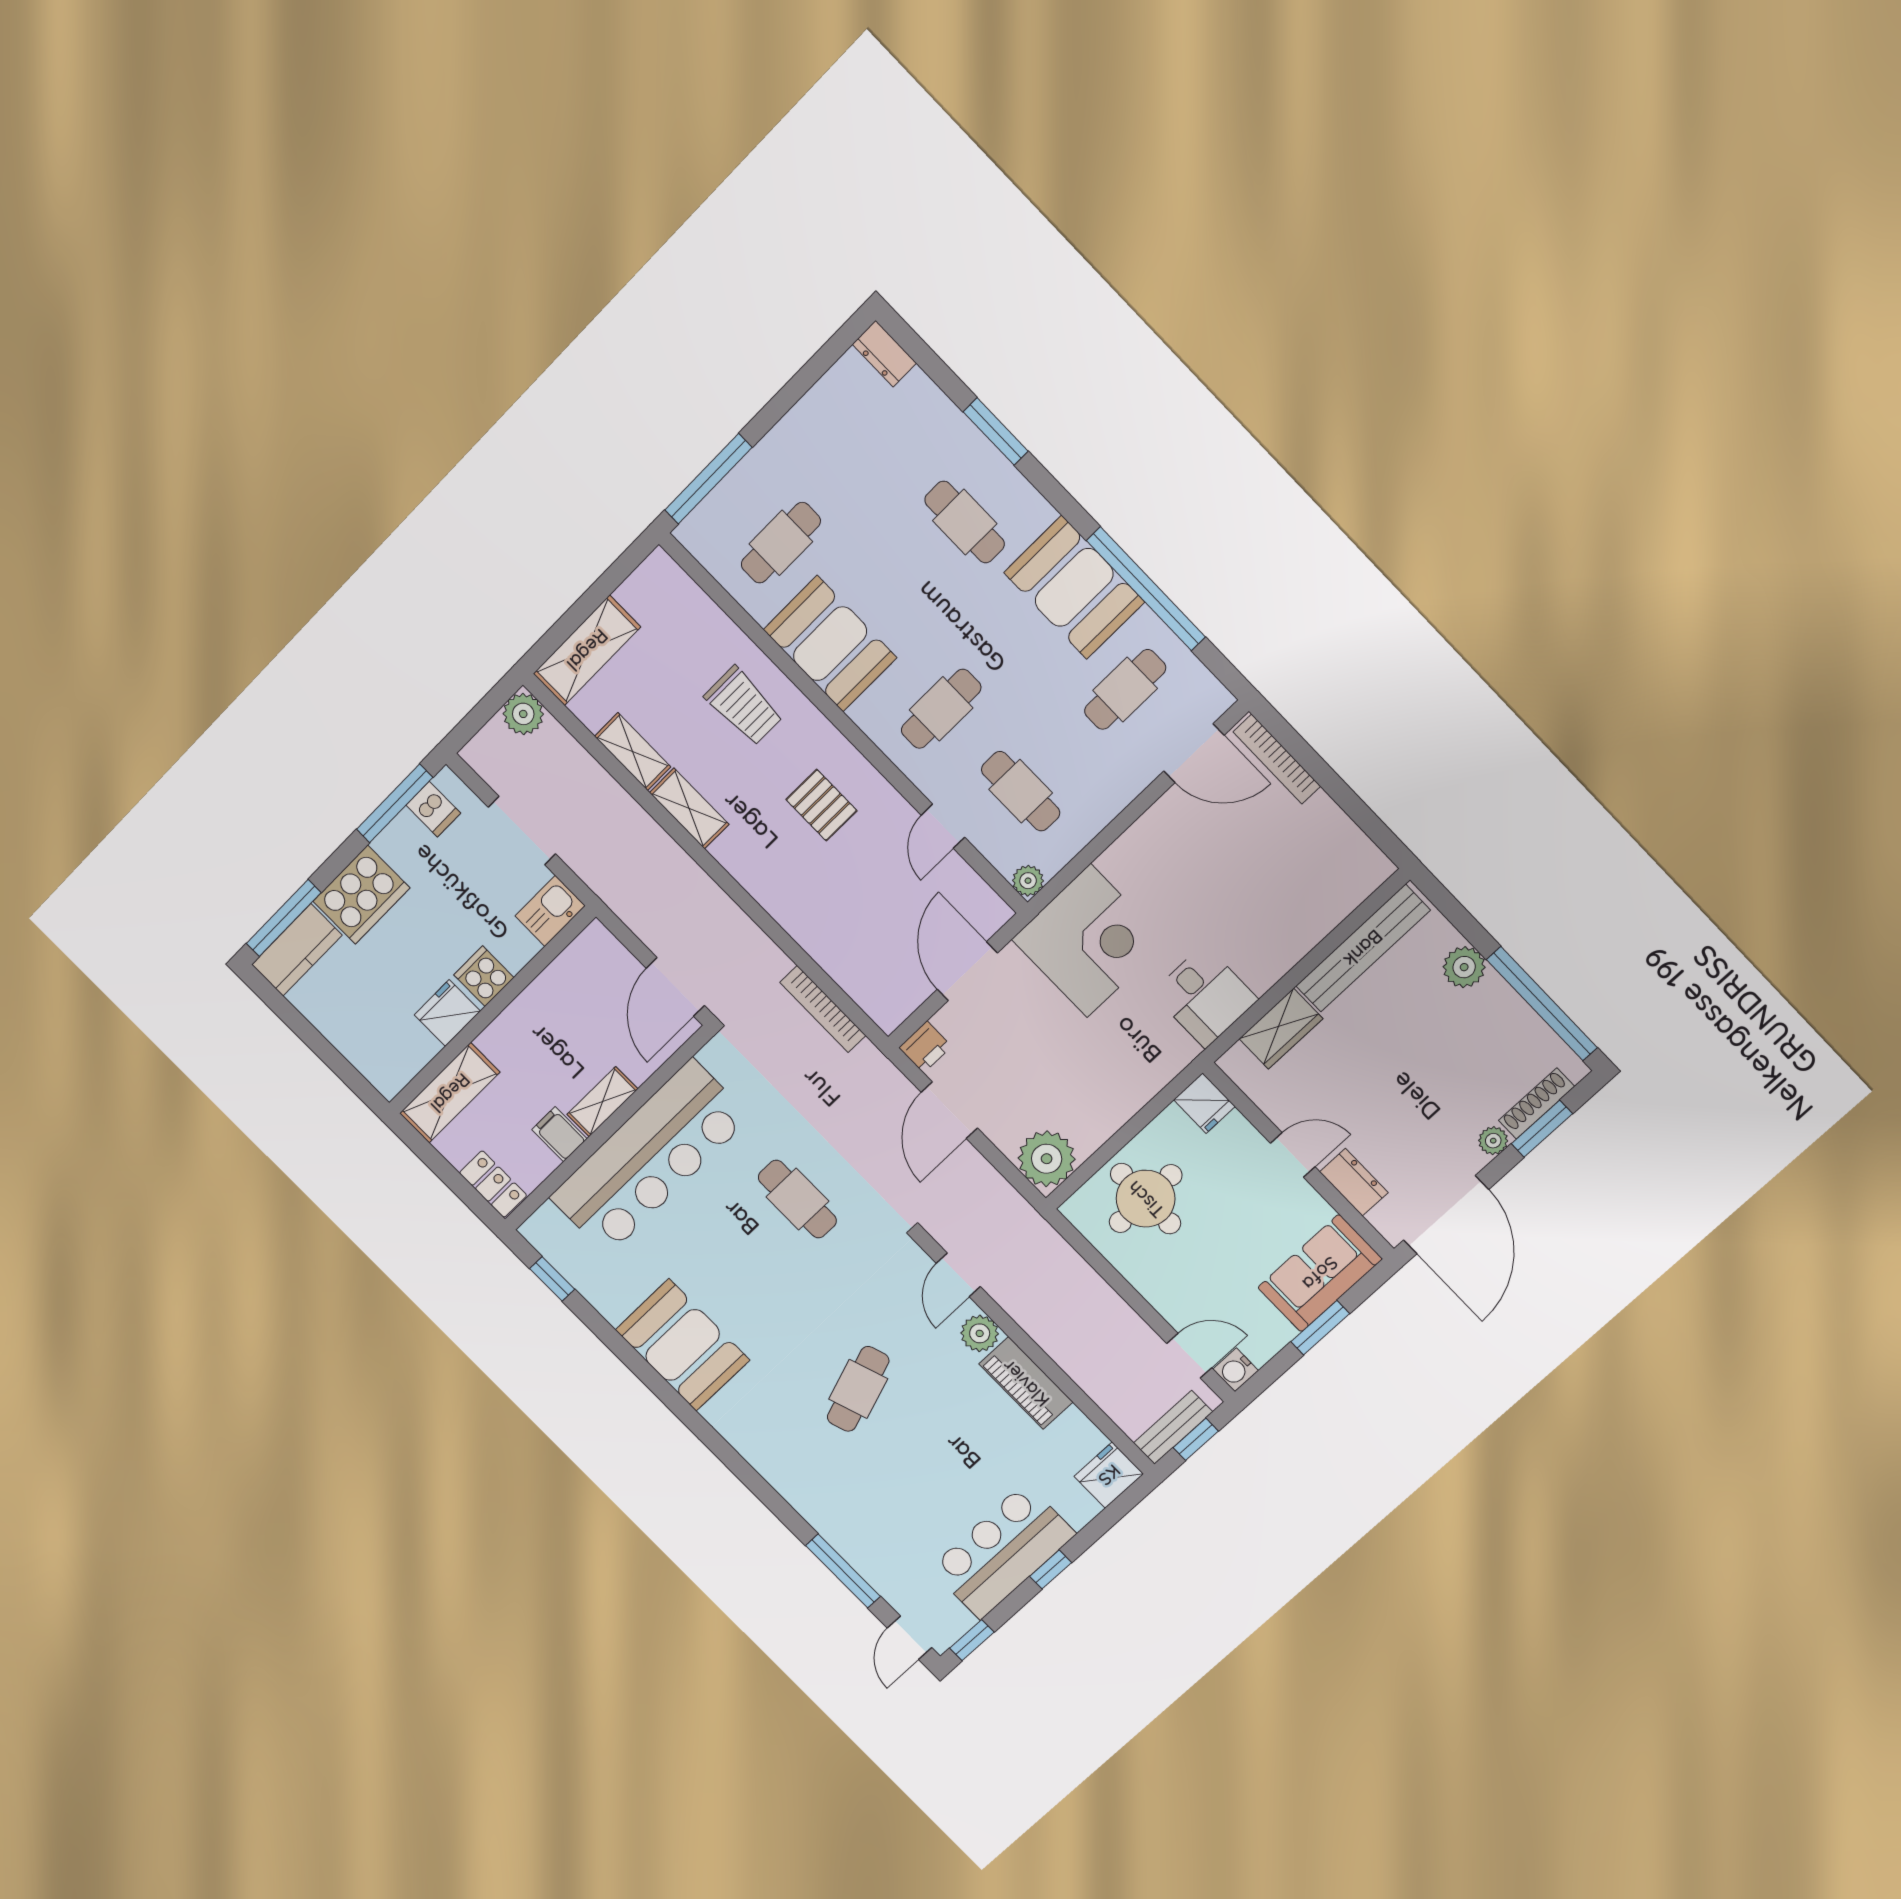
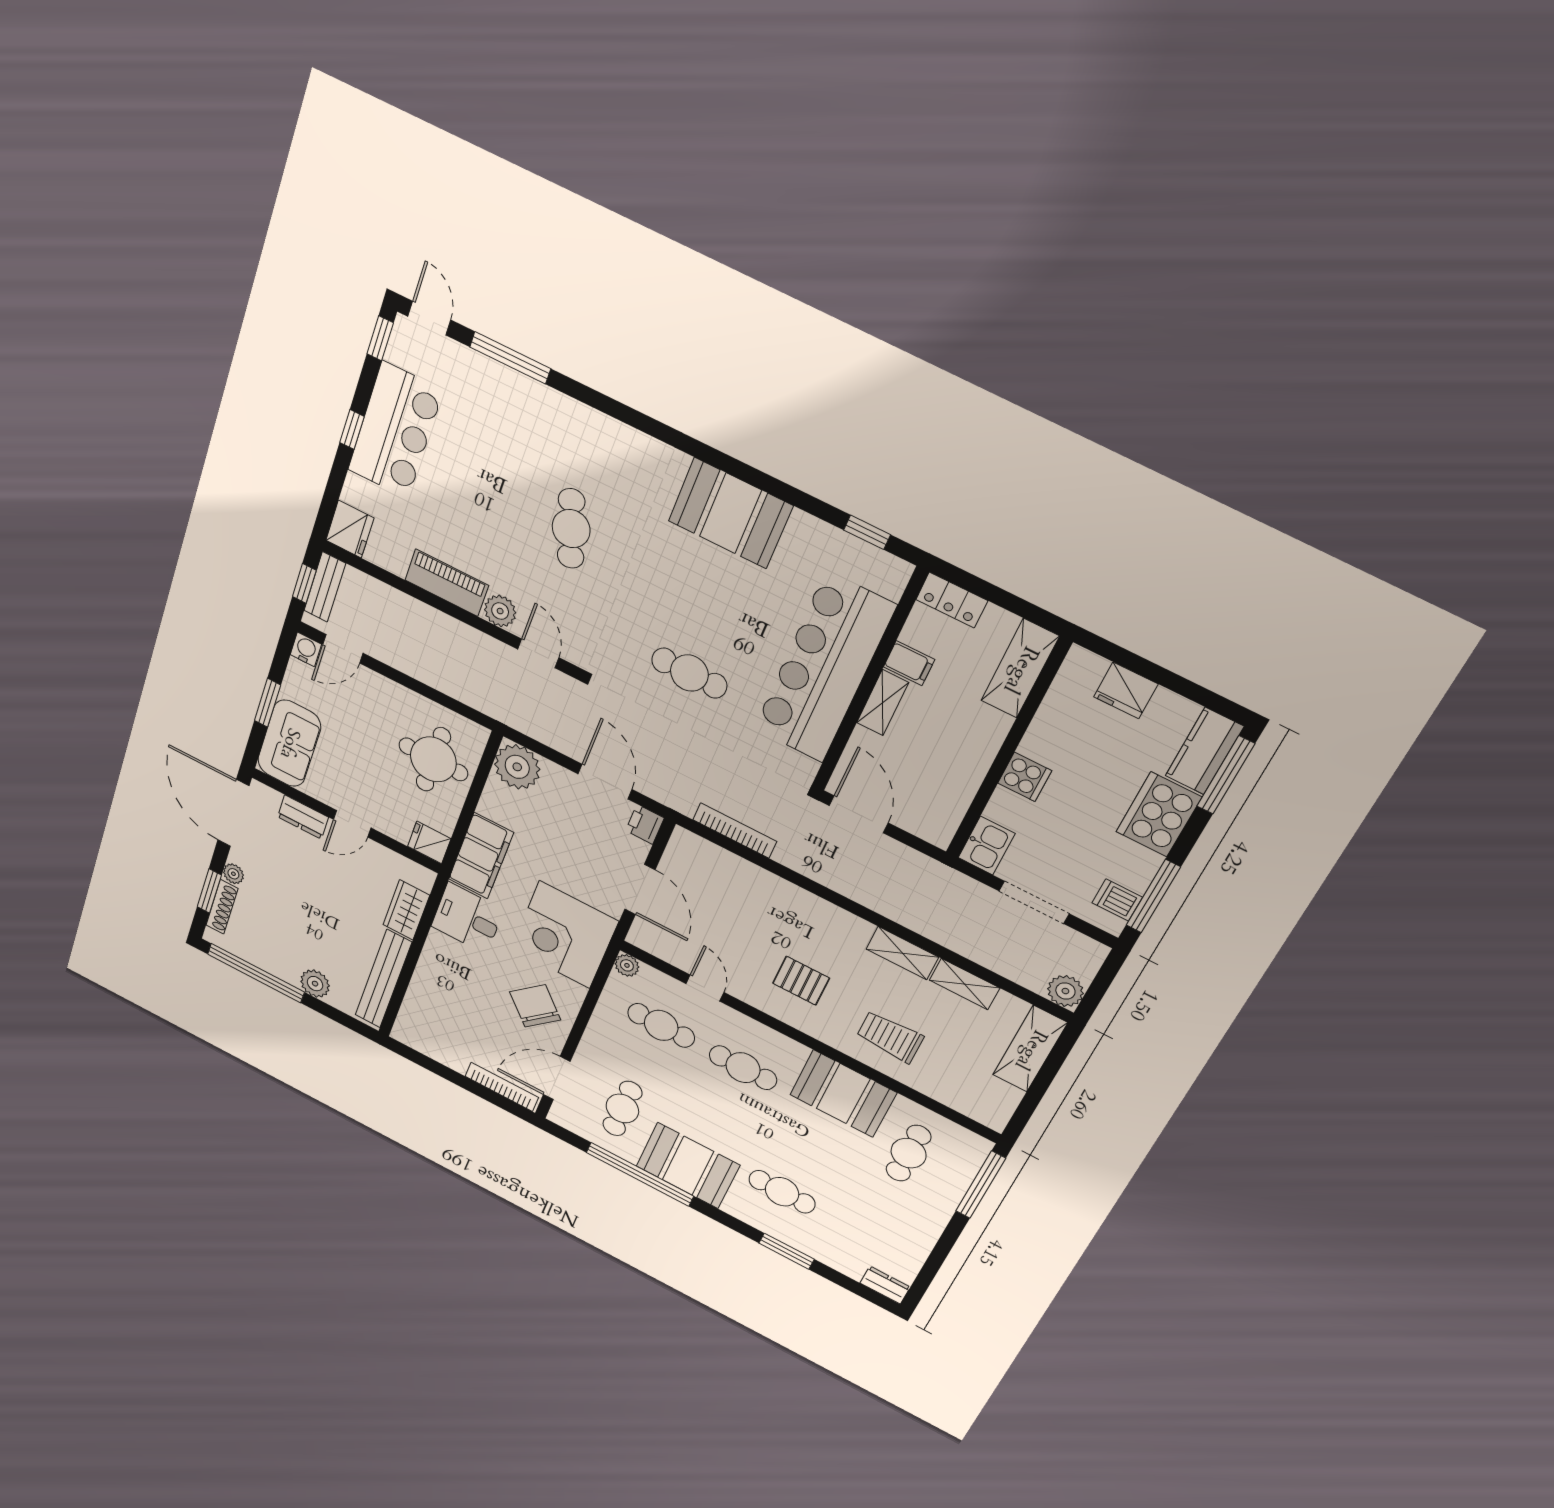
cafe table: (941, 709) -> (743, 1068), turned 90
chair: (1174, 859) -> (535, 1006), added
fridge: (447, 1013) -> (1126, 690), moved, turned 90
filing cabinet: (1146, 1068) -> (481, 856), added

